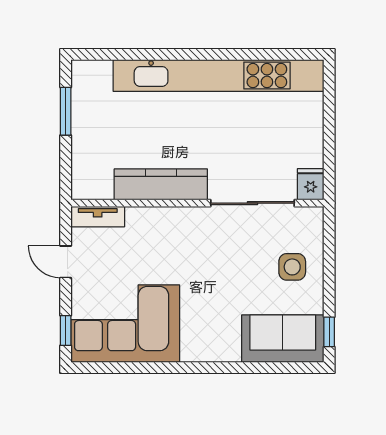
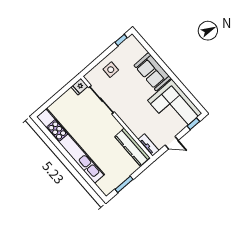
kitchen counter: (161, 184) -> (132, 147), moved
door: (66, 262) -> (172, 143), hinge flipped
sofa: (283, 339) -> (153, 72), moved

